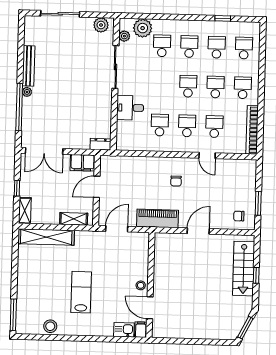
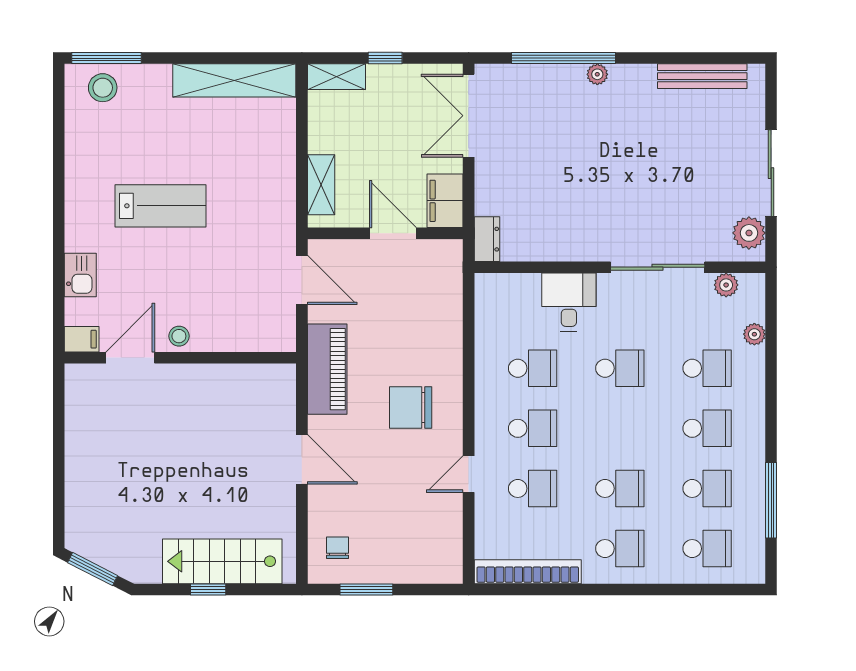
sliding door: (60, 14) -> (771, 173), moved
window: (223, 18) -> (771, 500), width x2.17
plant: (143, 28) -> (754, 334), width x0.53, depth x0.53
bench: (29, 66) -> (702, 76), moved
school desk: (188, 86) -> (620, 368), moved
chair: (176, 181) -> (411, 407), width x1.87, depth x1.87
shelving: (46, 237) -> (234, 80), moved, turned 90
stool: (50, 326) -> (103, 88), moved
kitchen sink: (124, 330) -> (80, 275), moved

